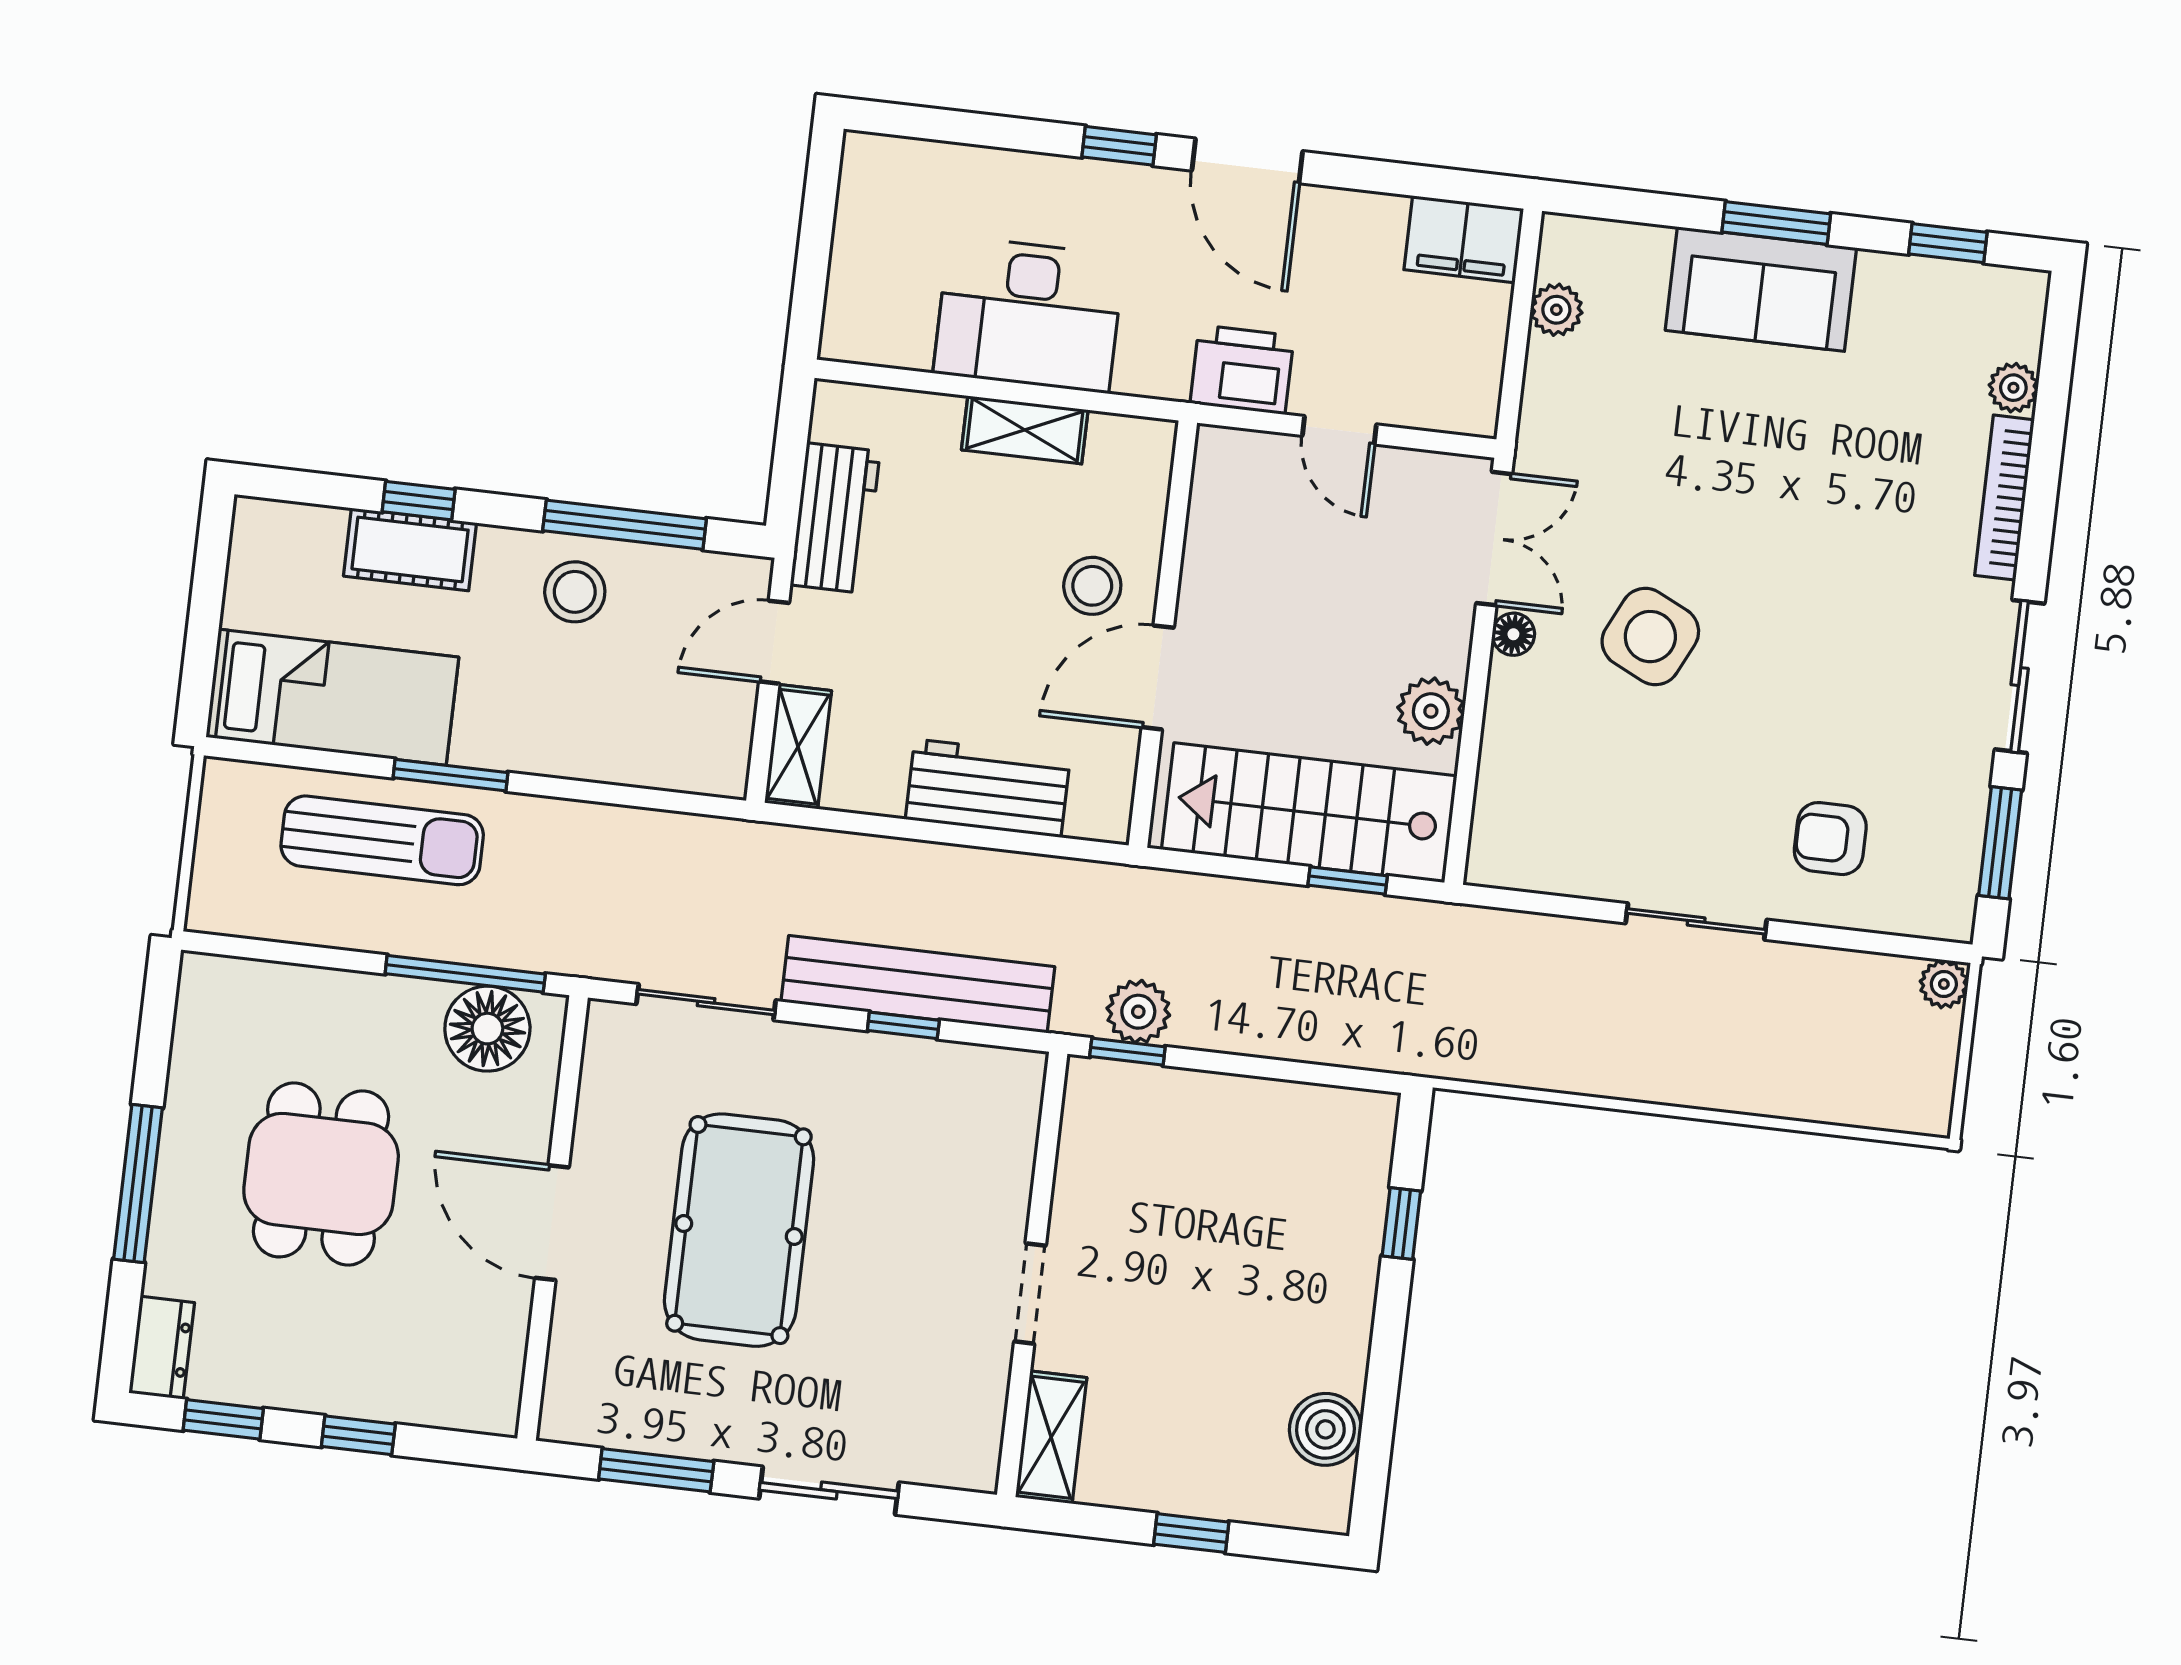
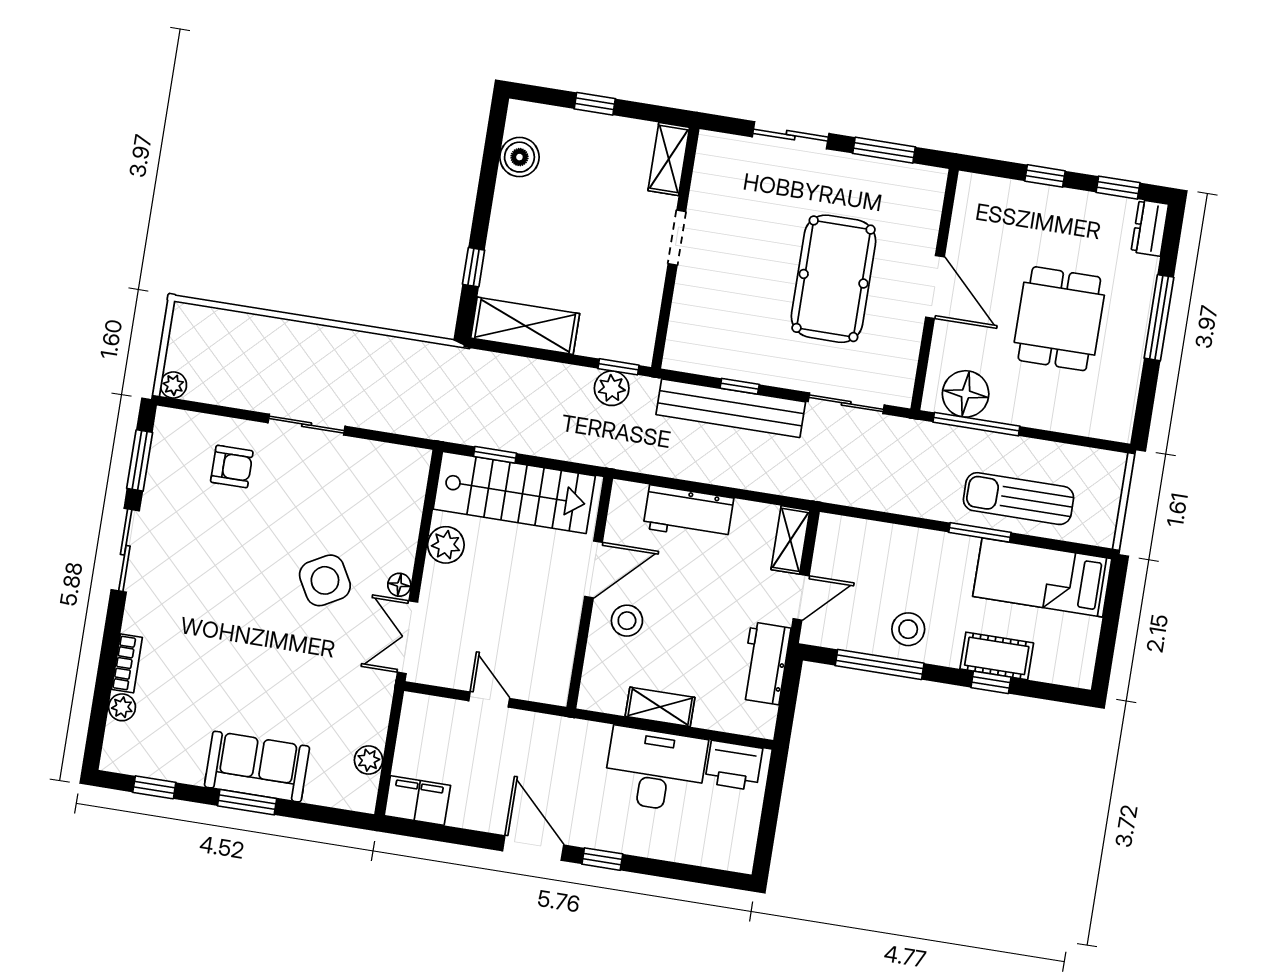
printer: (1242, 370) -> (734, 766), moved
bookcase: (2004, 498) -> (127, 663), width x0.64
side table: (1650, 637) -> (325, 580), turned 35
shelving: (1302, 1120) -> (525, 326), added

